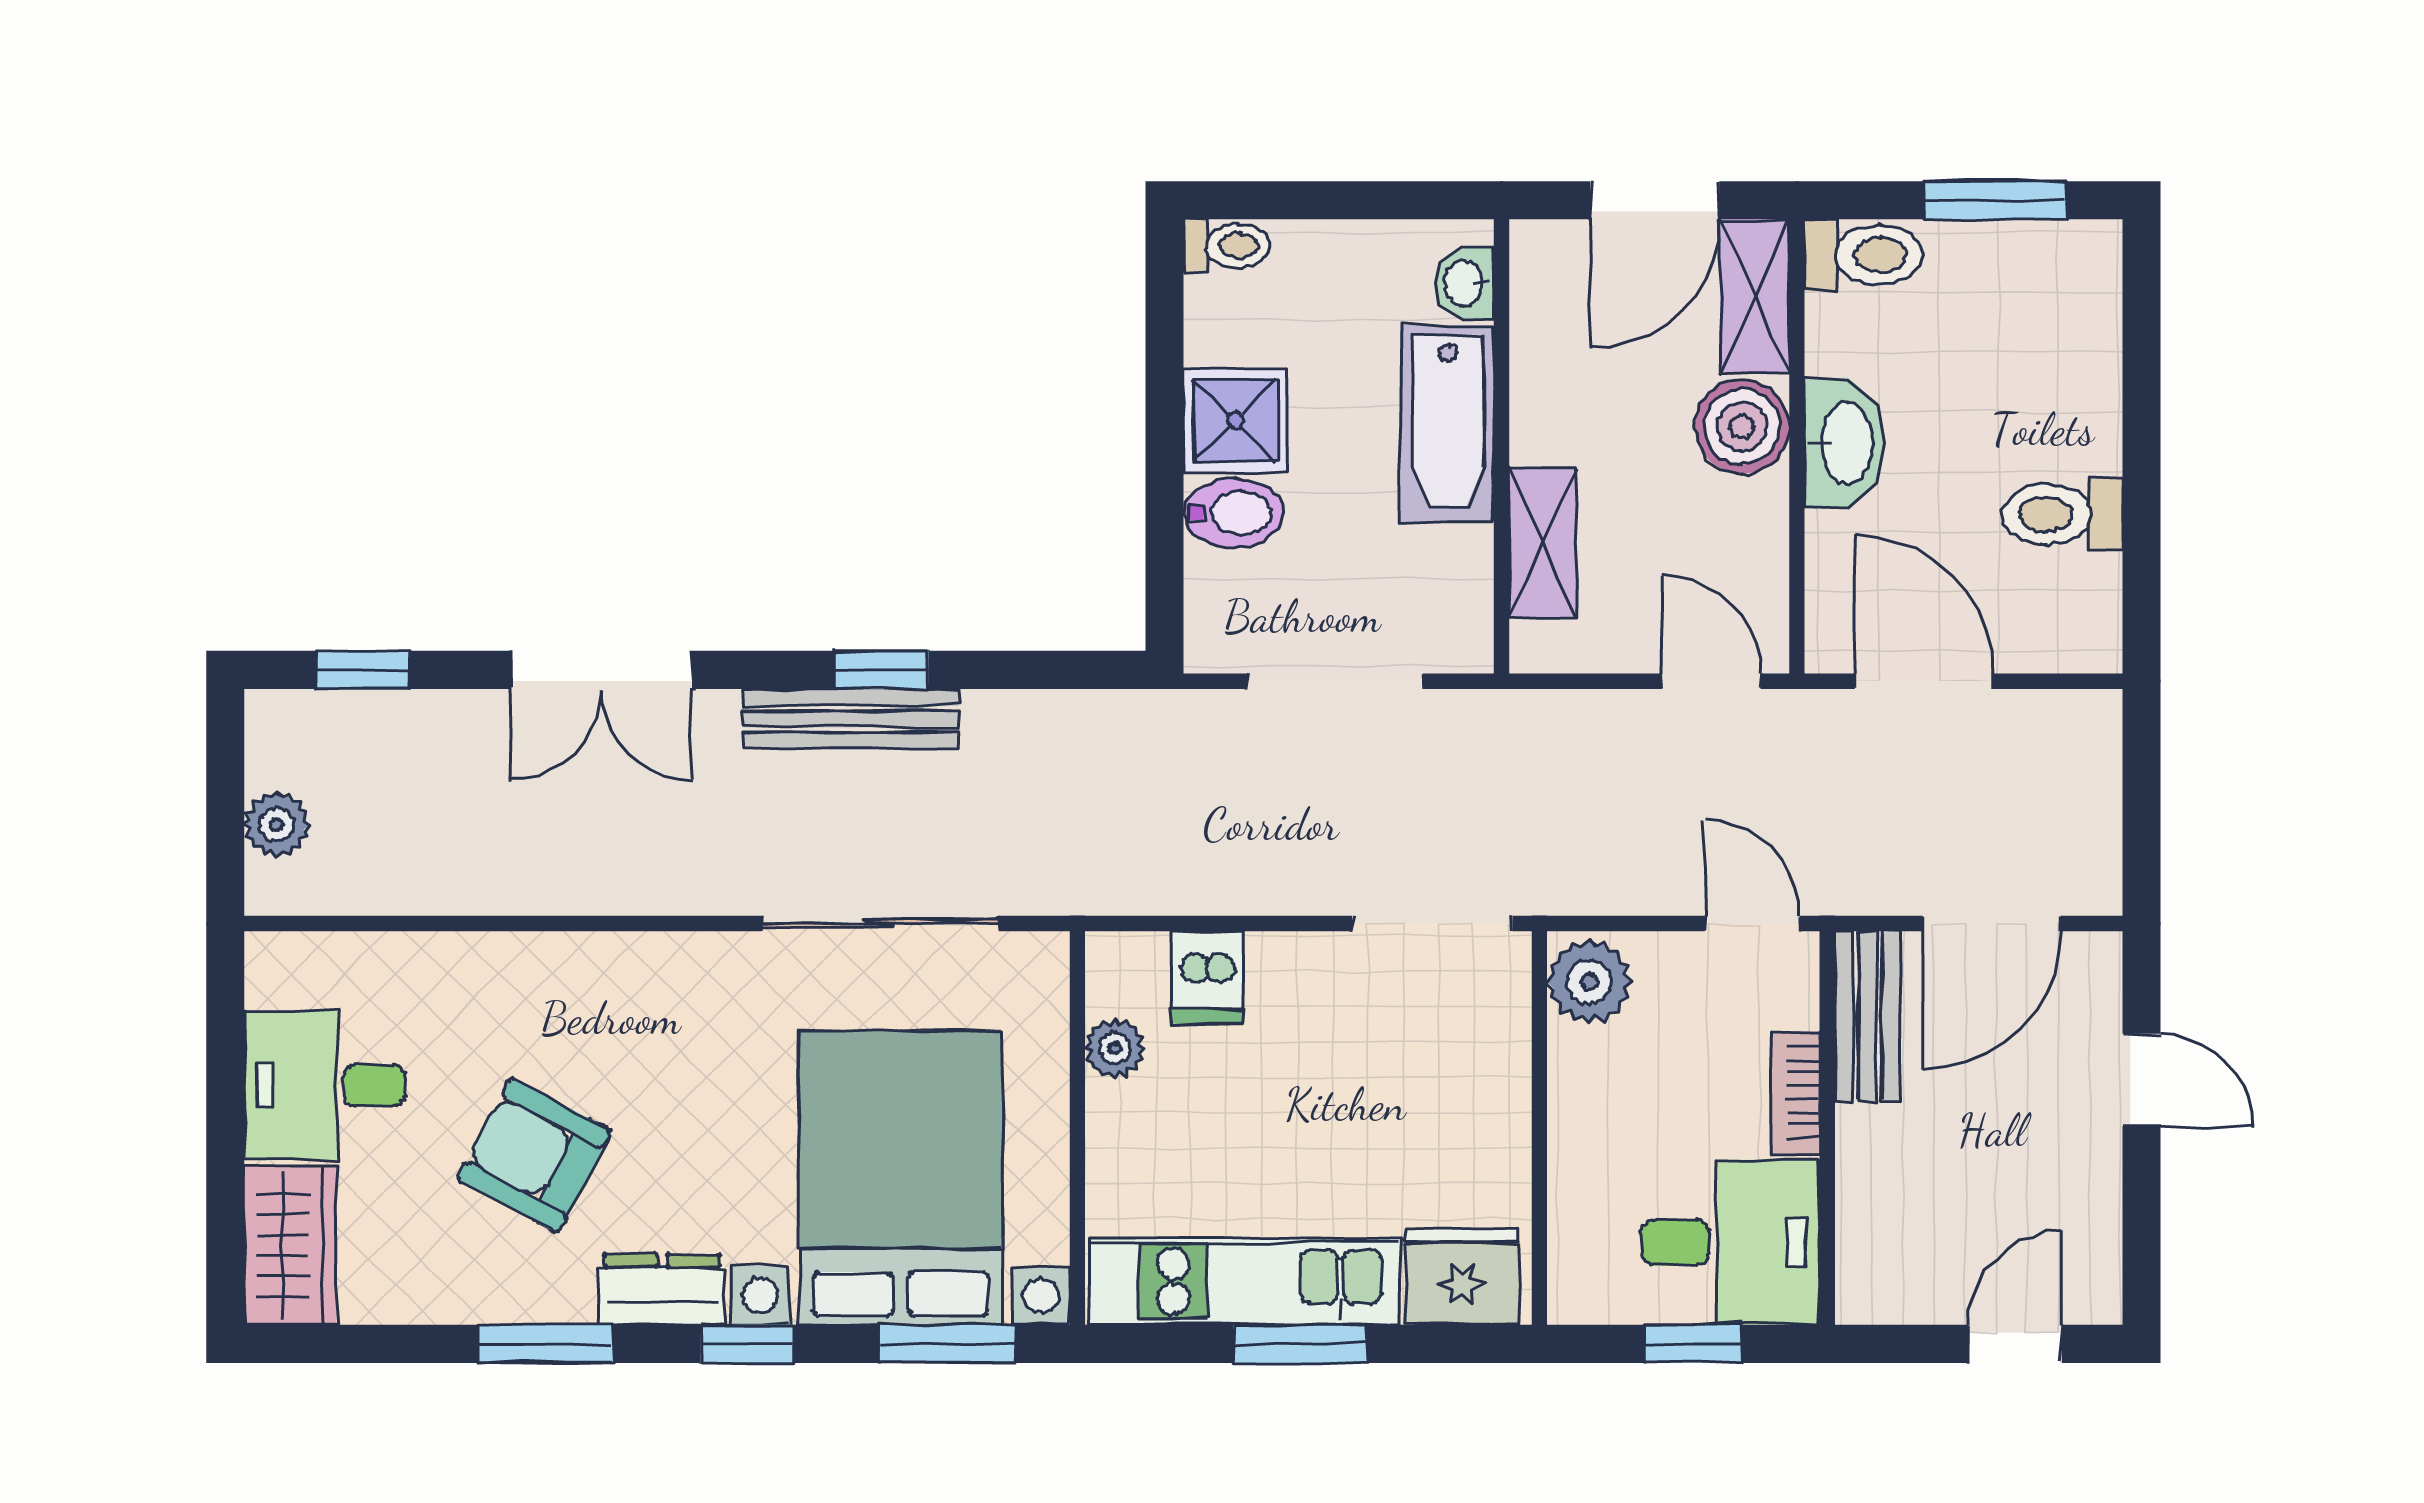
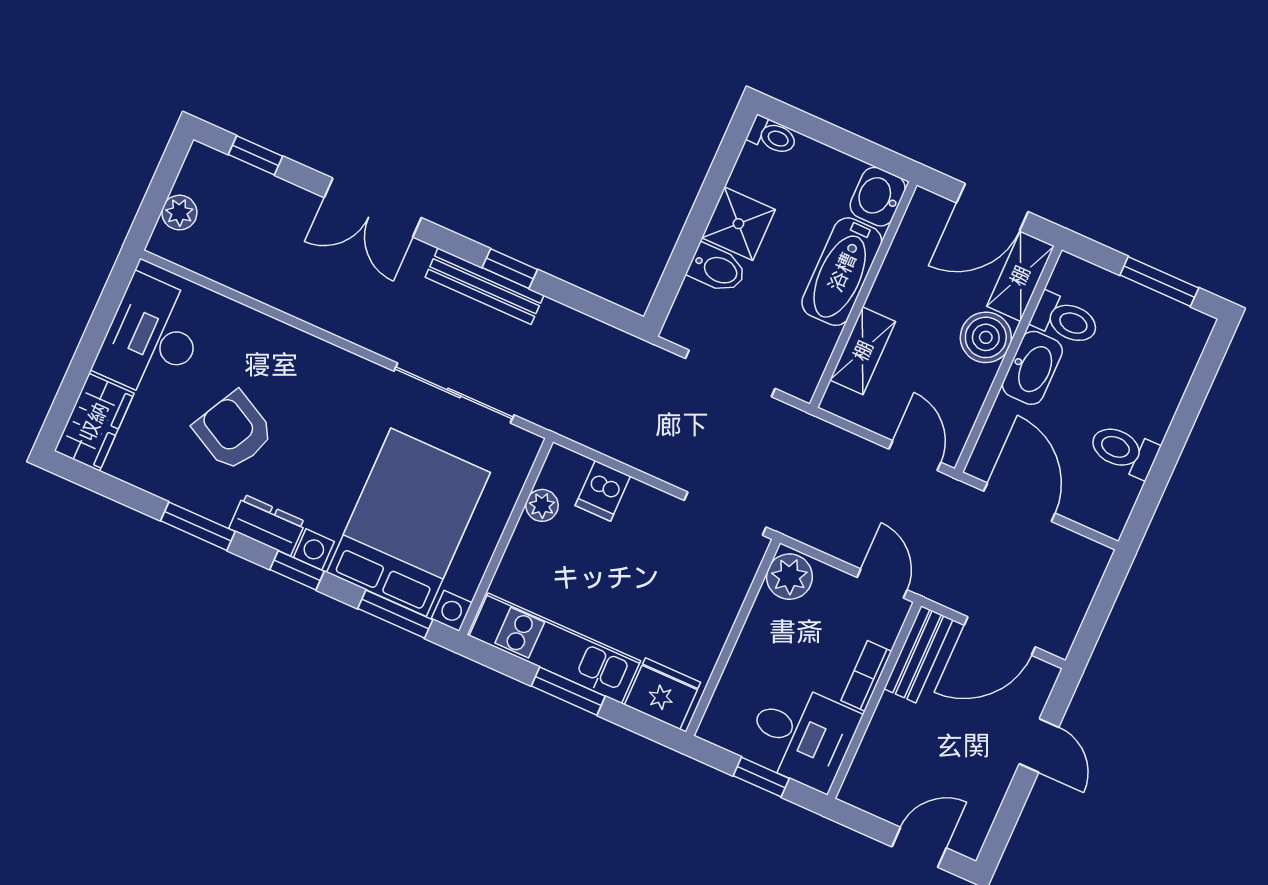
toilet: (1864, 255) -> (1065, 319), moved
washbasin: (1465, 283) -> (878, 197), width x1.38, depth x1.45
desk: (325, 1085) -> (152, 337), width x1.37

